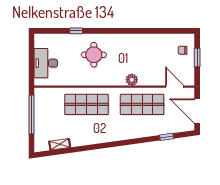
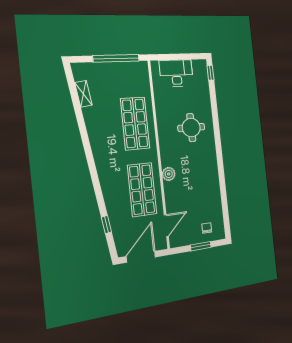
window: (76, 31) -> (210, 73), moved

